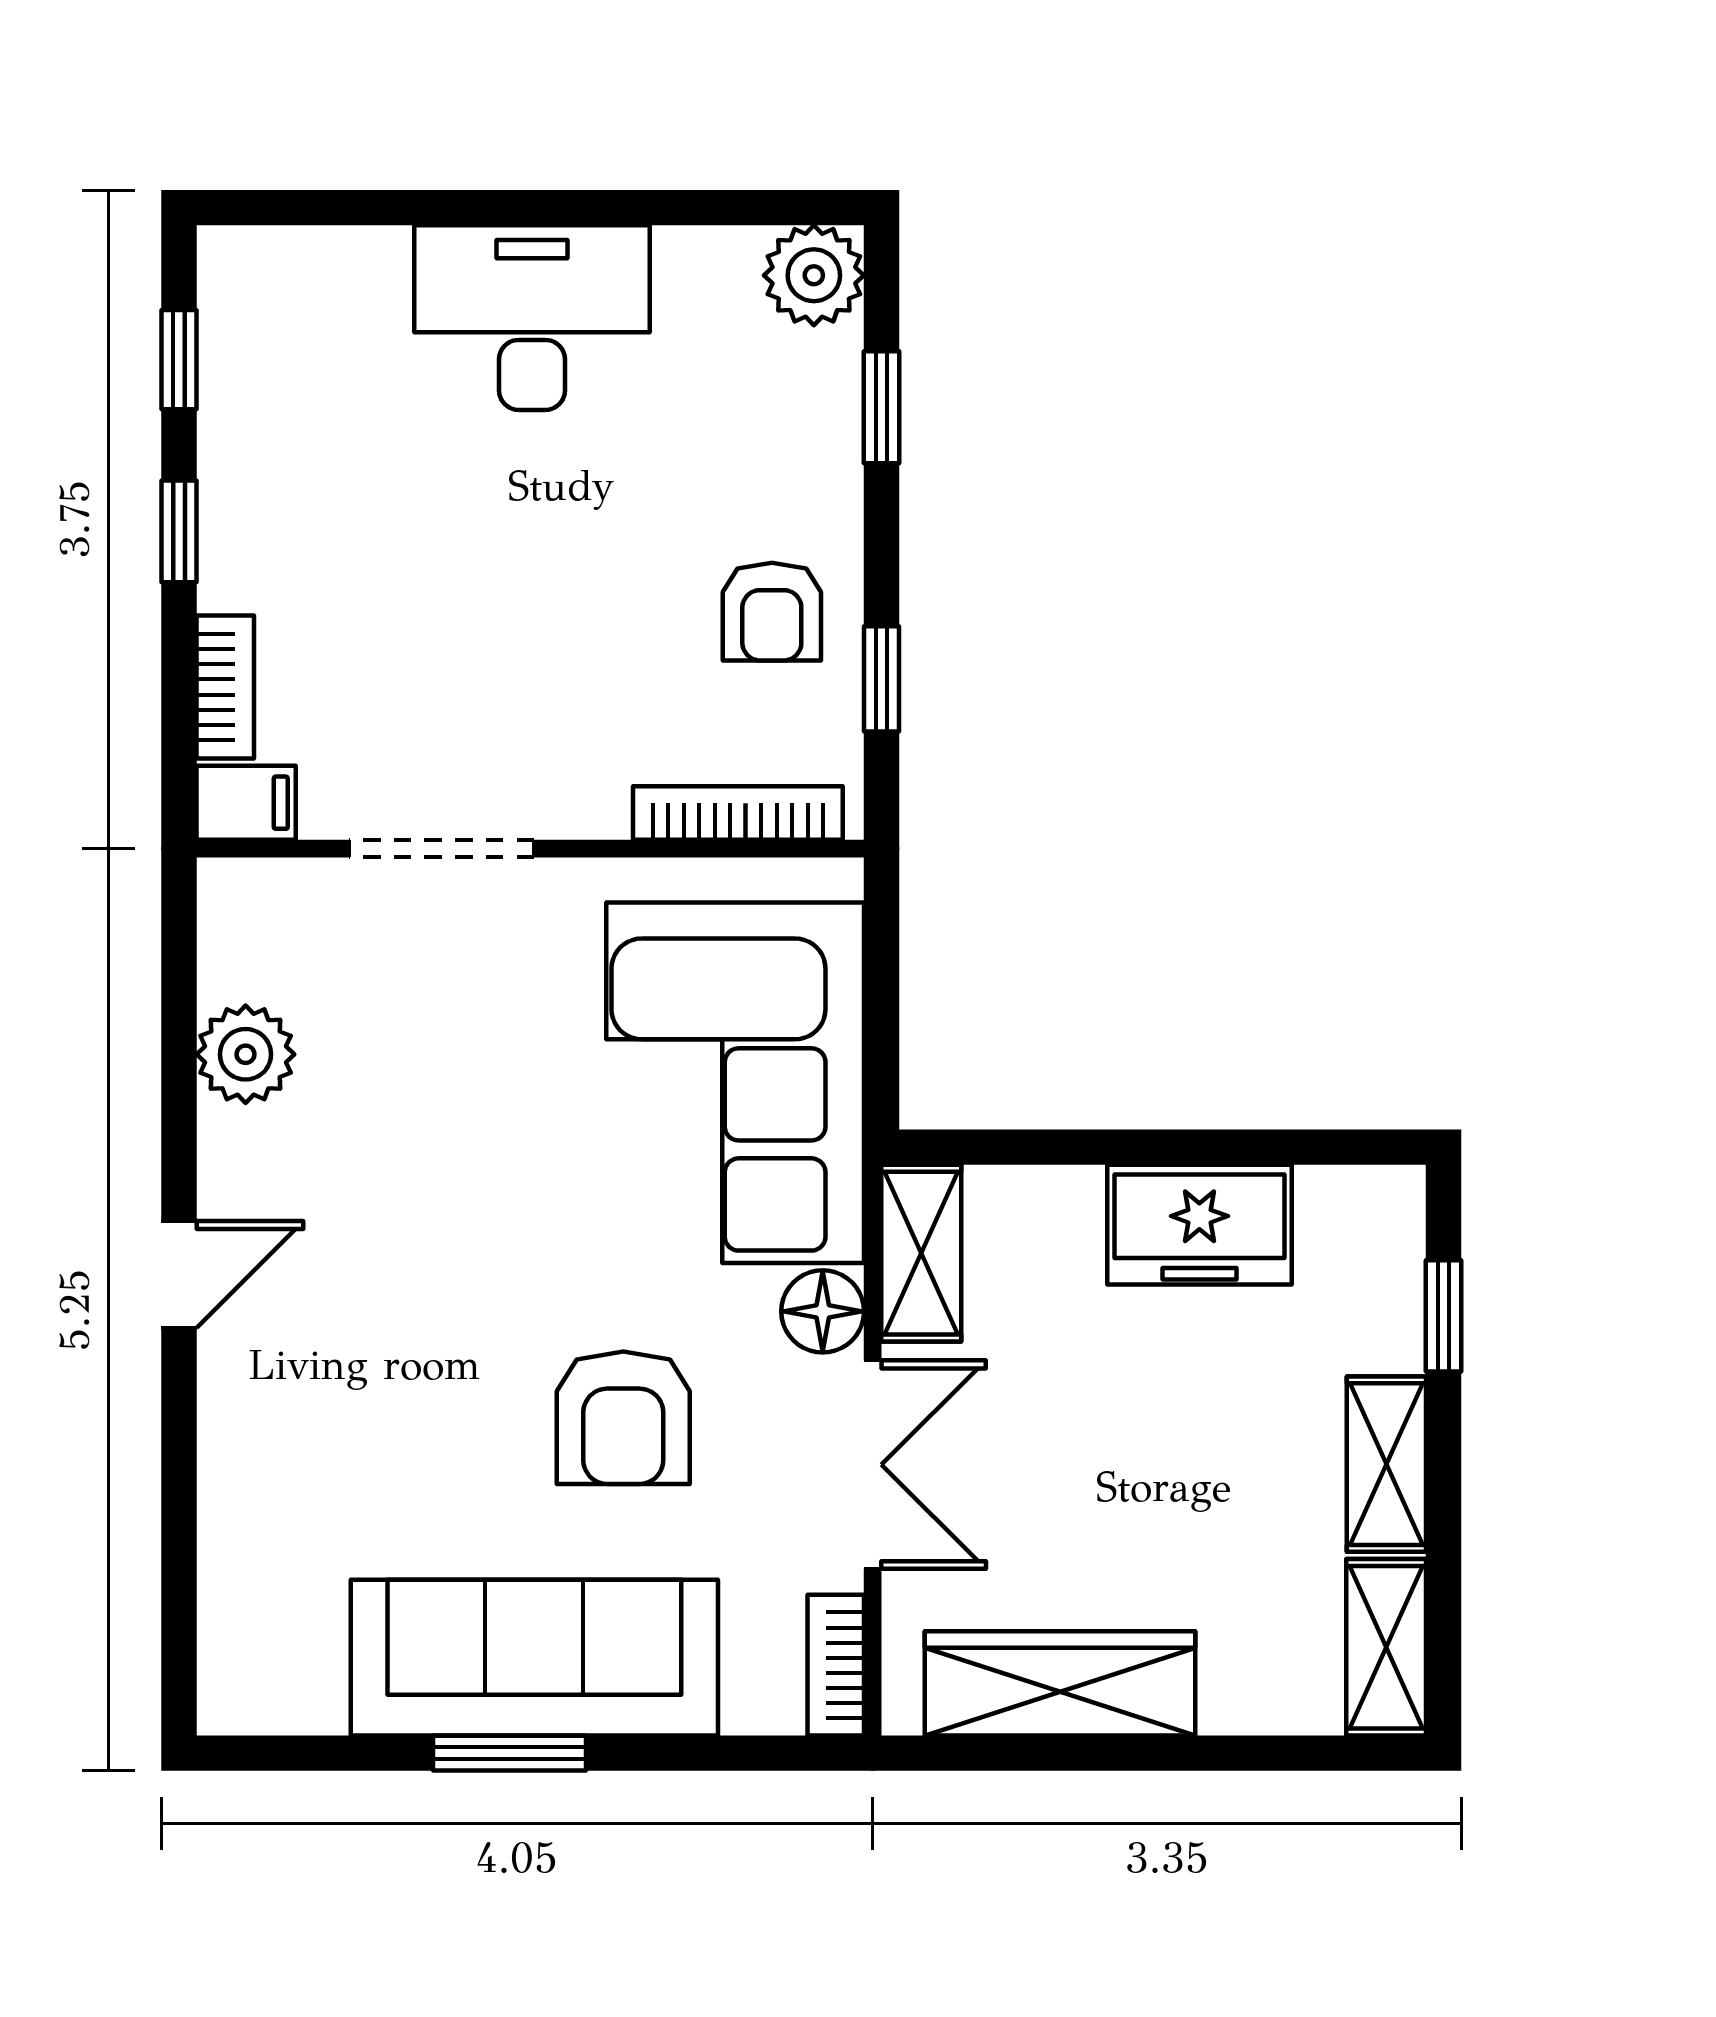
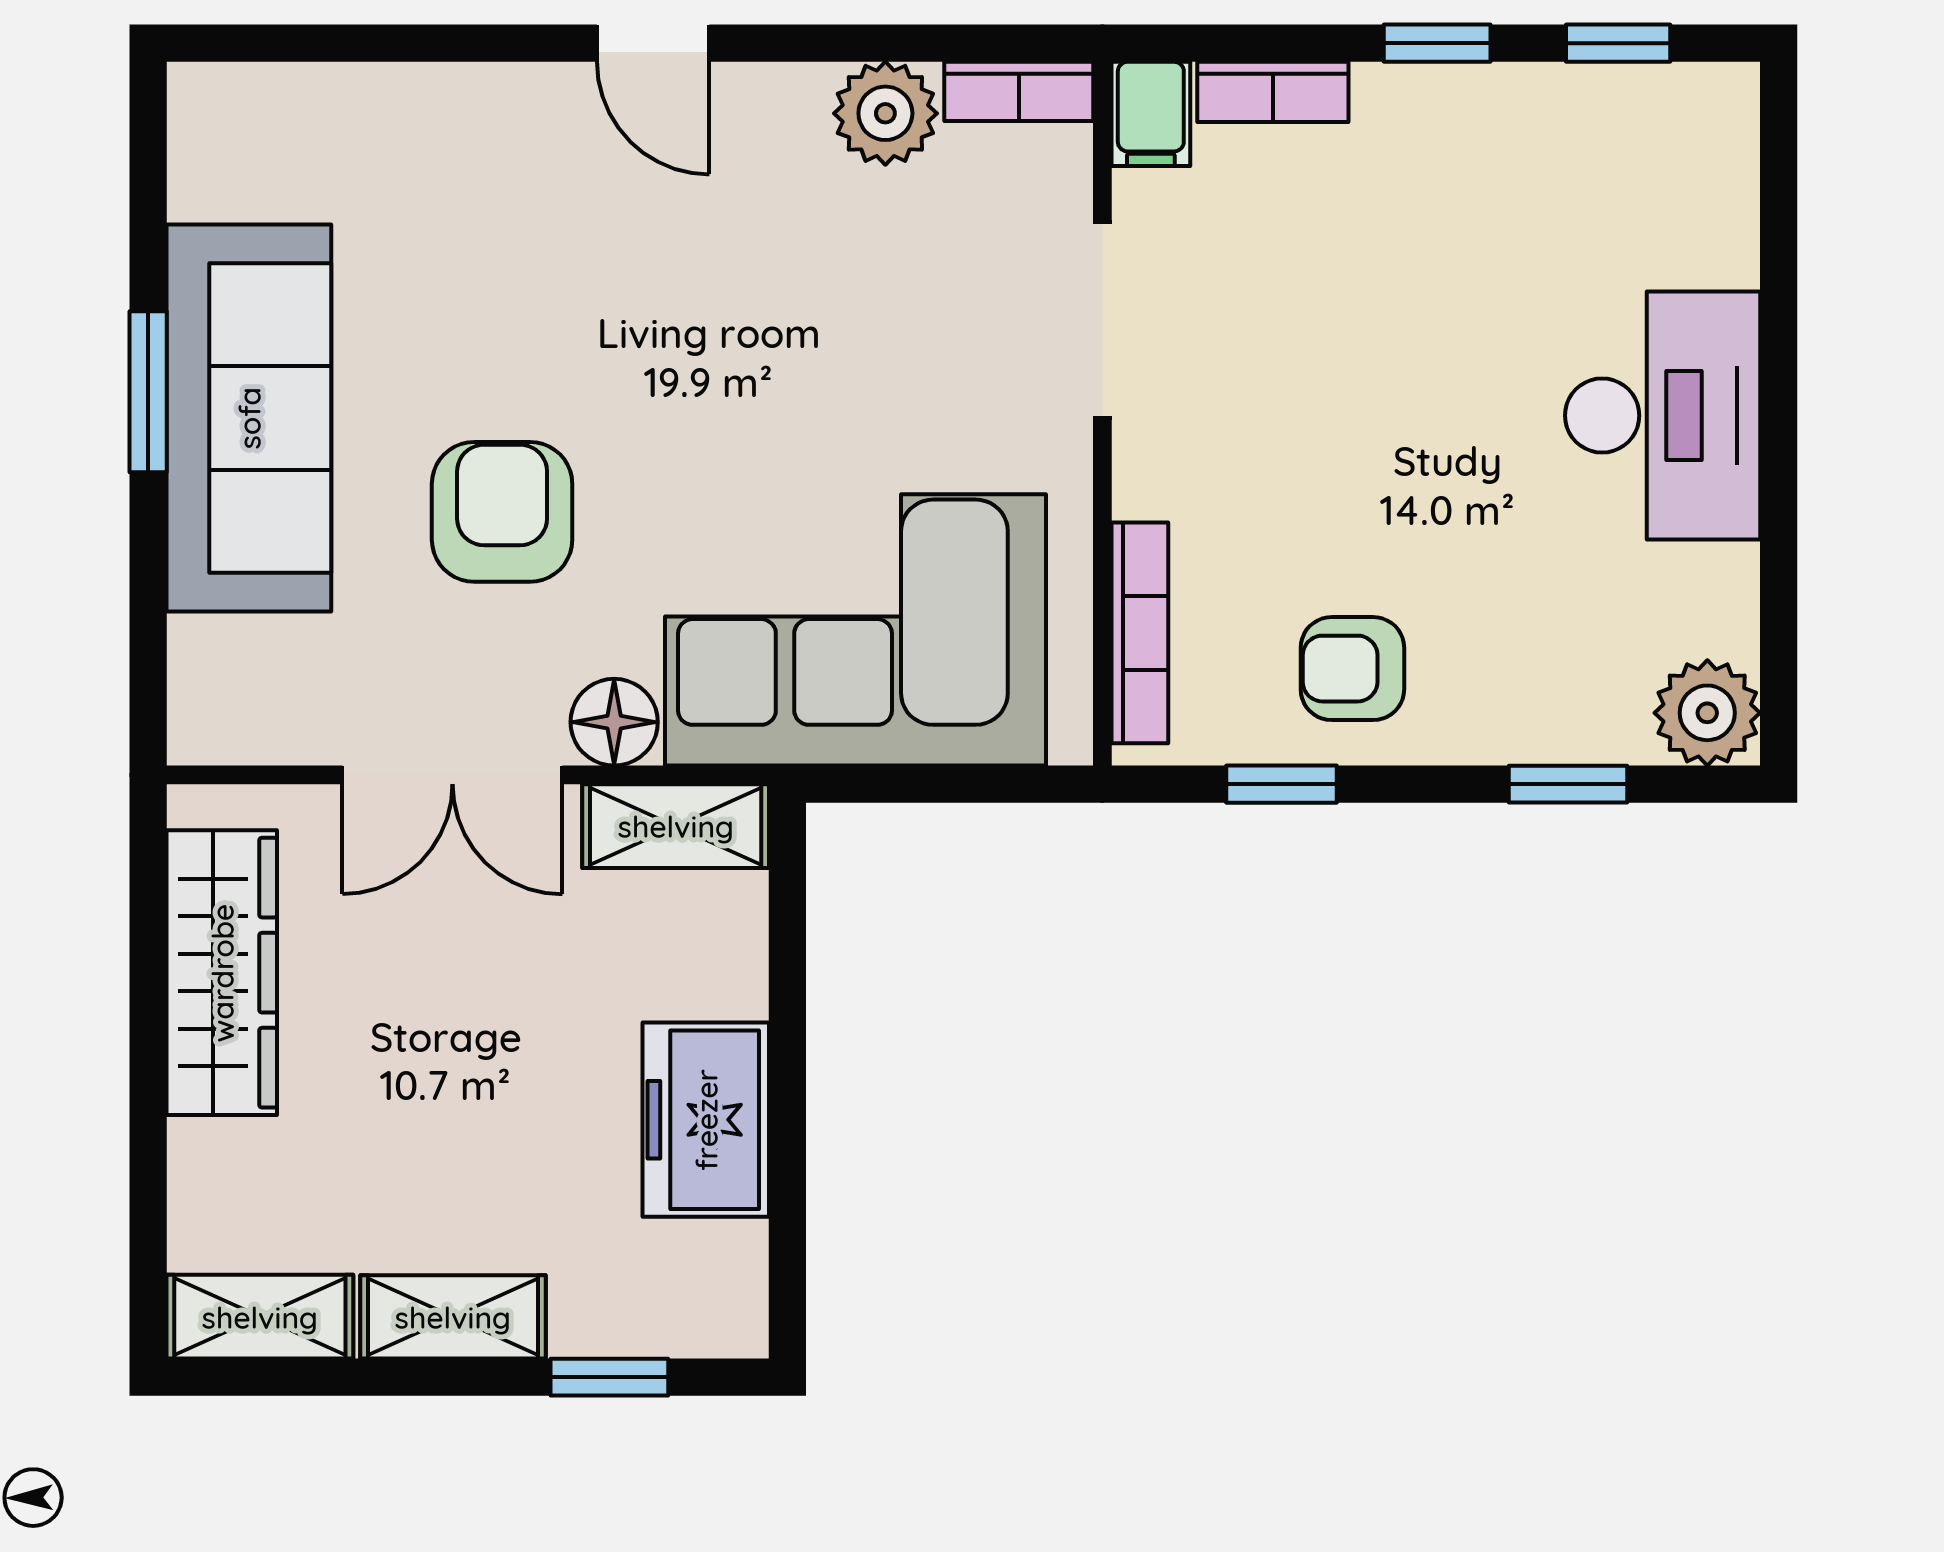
armchair: (623, 1418) -> (502, 512), turned 90
bookcase: (836, 1665) -> (1019, 91), moved, turned 180

